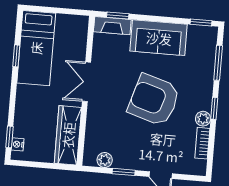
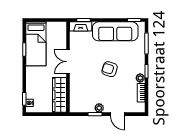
sofa: (159, 38) -> (115, 31), width x1.36
armchair: (154, 100) -> (110, 69), width x0.53, depth x0.53
plant: (105, 160) -> (99, 108), moved

